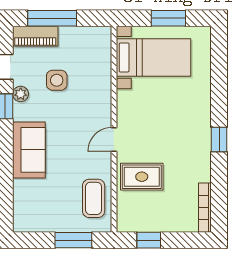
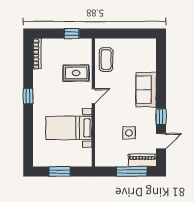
bed with nightstands: (153, 57) -> (69, 128), moved
plant: (21, 94) -> (151, 124), removed
window: (73, 240) -> (119, 34), removed

